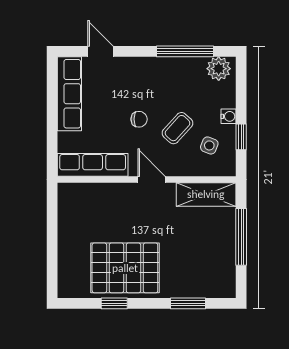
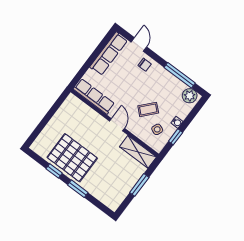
chair: (139, 119) -> (145, 65), moved
window: (241, 237) -> (139, 185), width x0.69
window: (188, 303) -> (78, 189), moved

